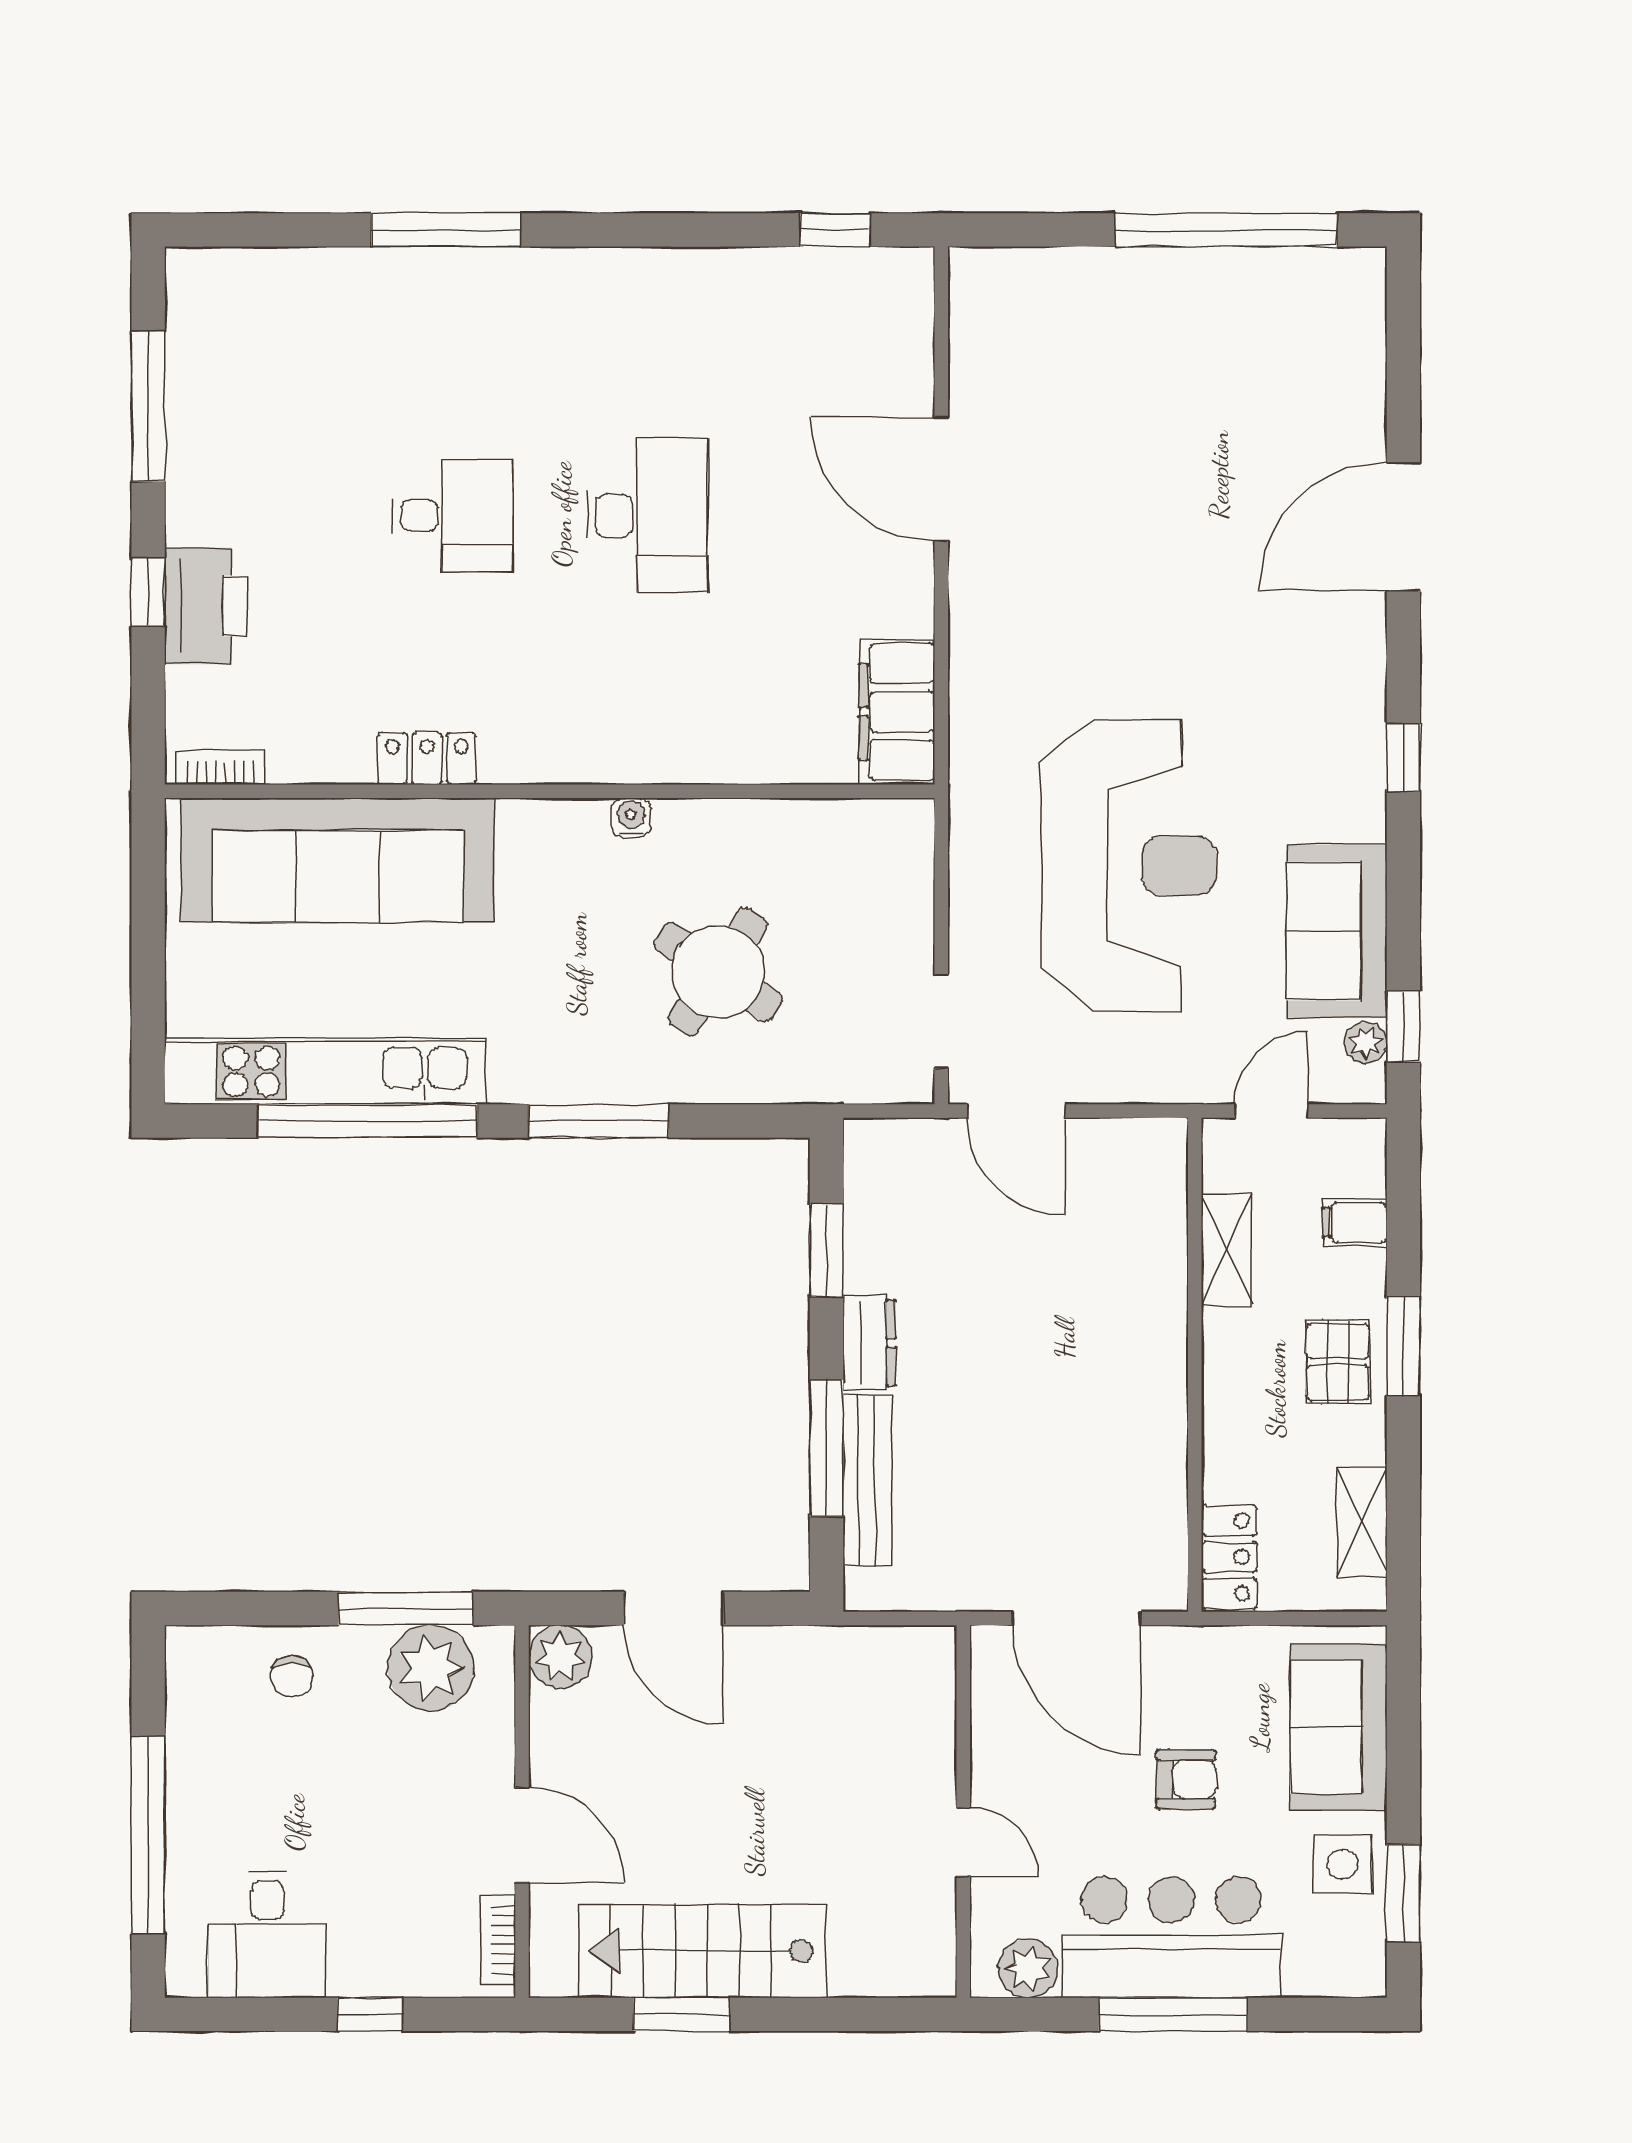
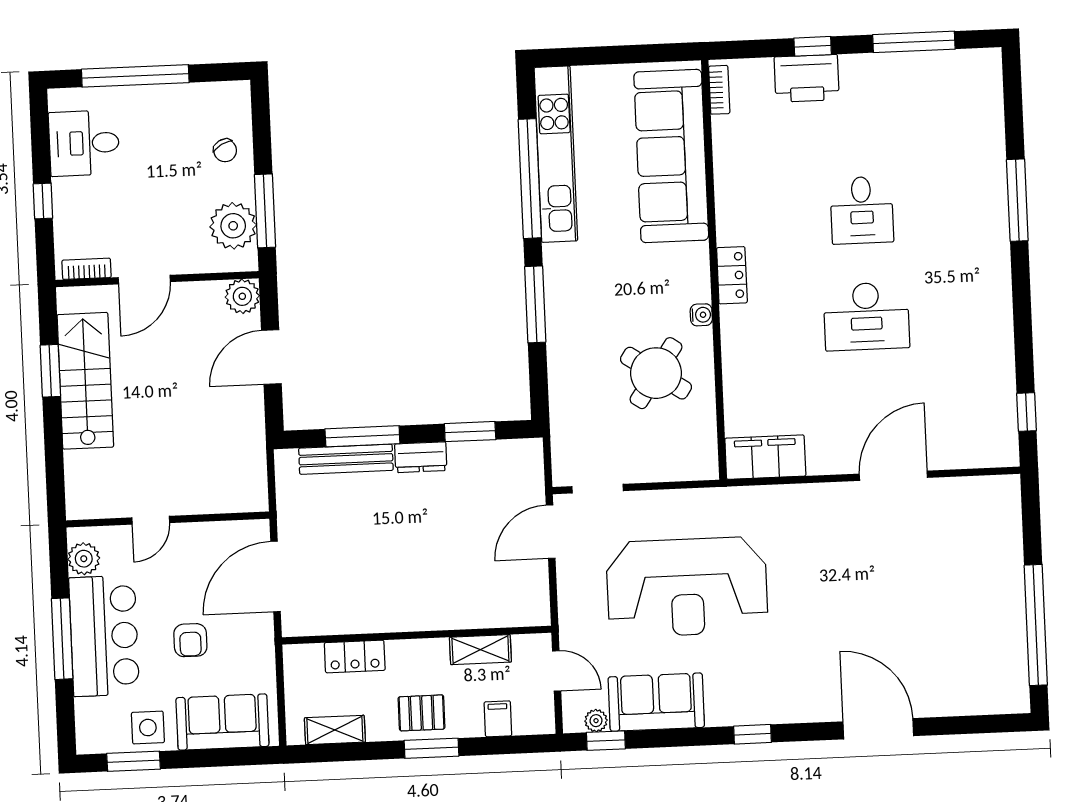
locker: (427, 759) -> (732, 275), moved
round table: (718, 972) -> (656, 373), moved
locker: (1229, 1557) -> (355, 657), moved
chair: (292, 1677) -> (225, 150), turned -119

